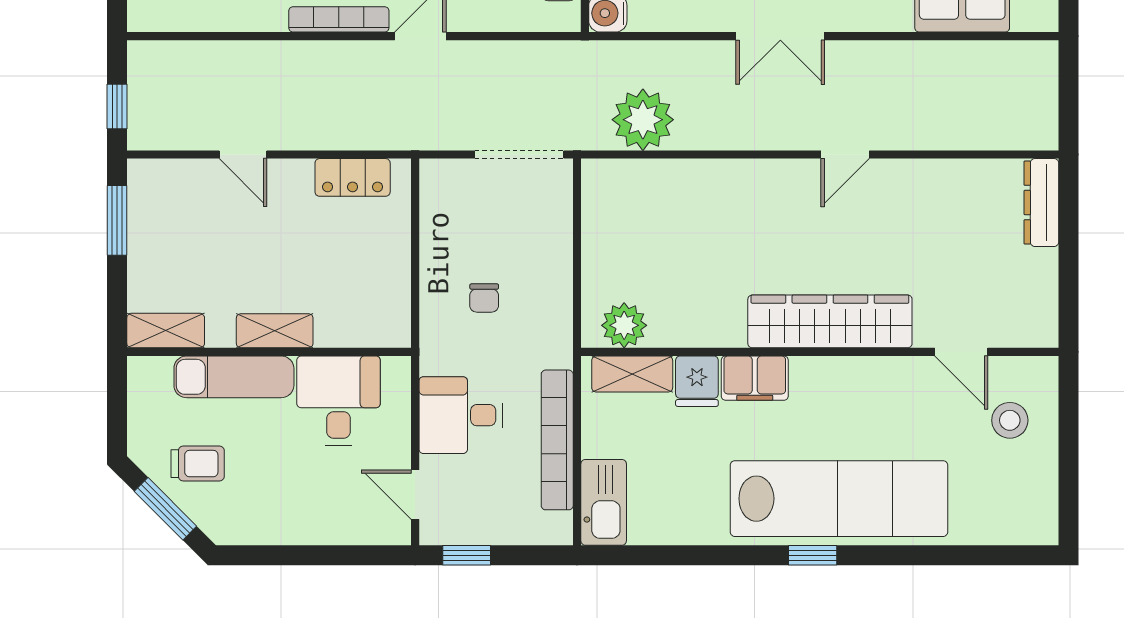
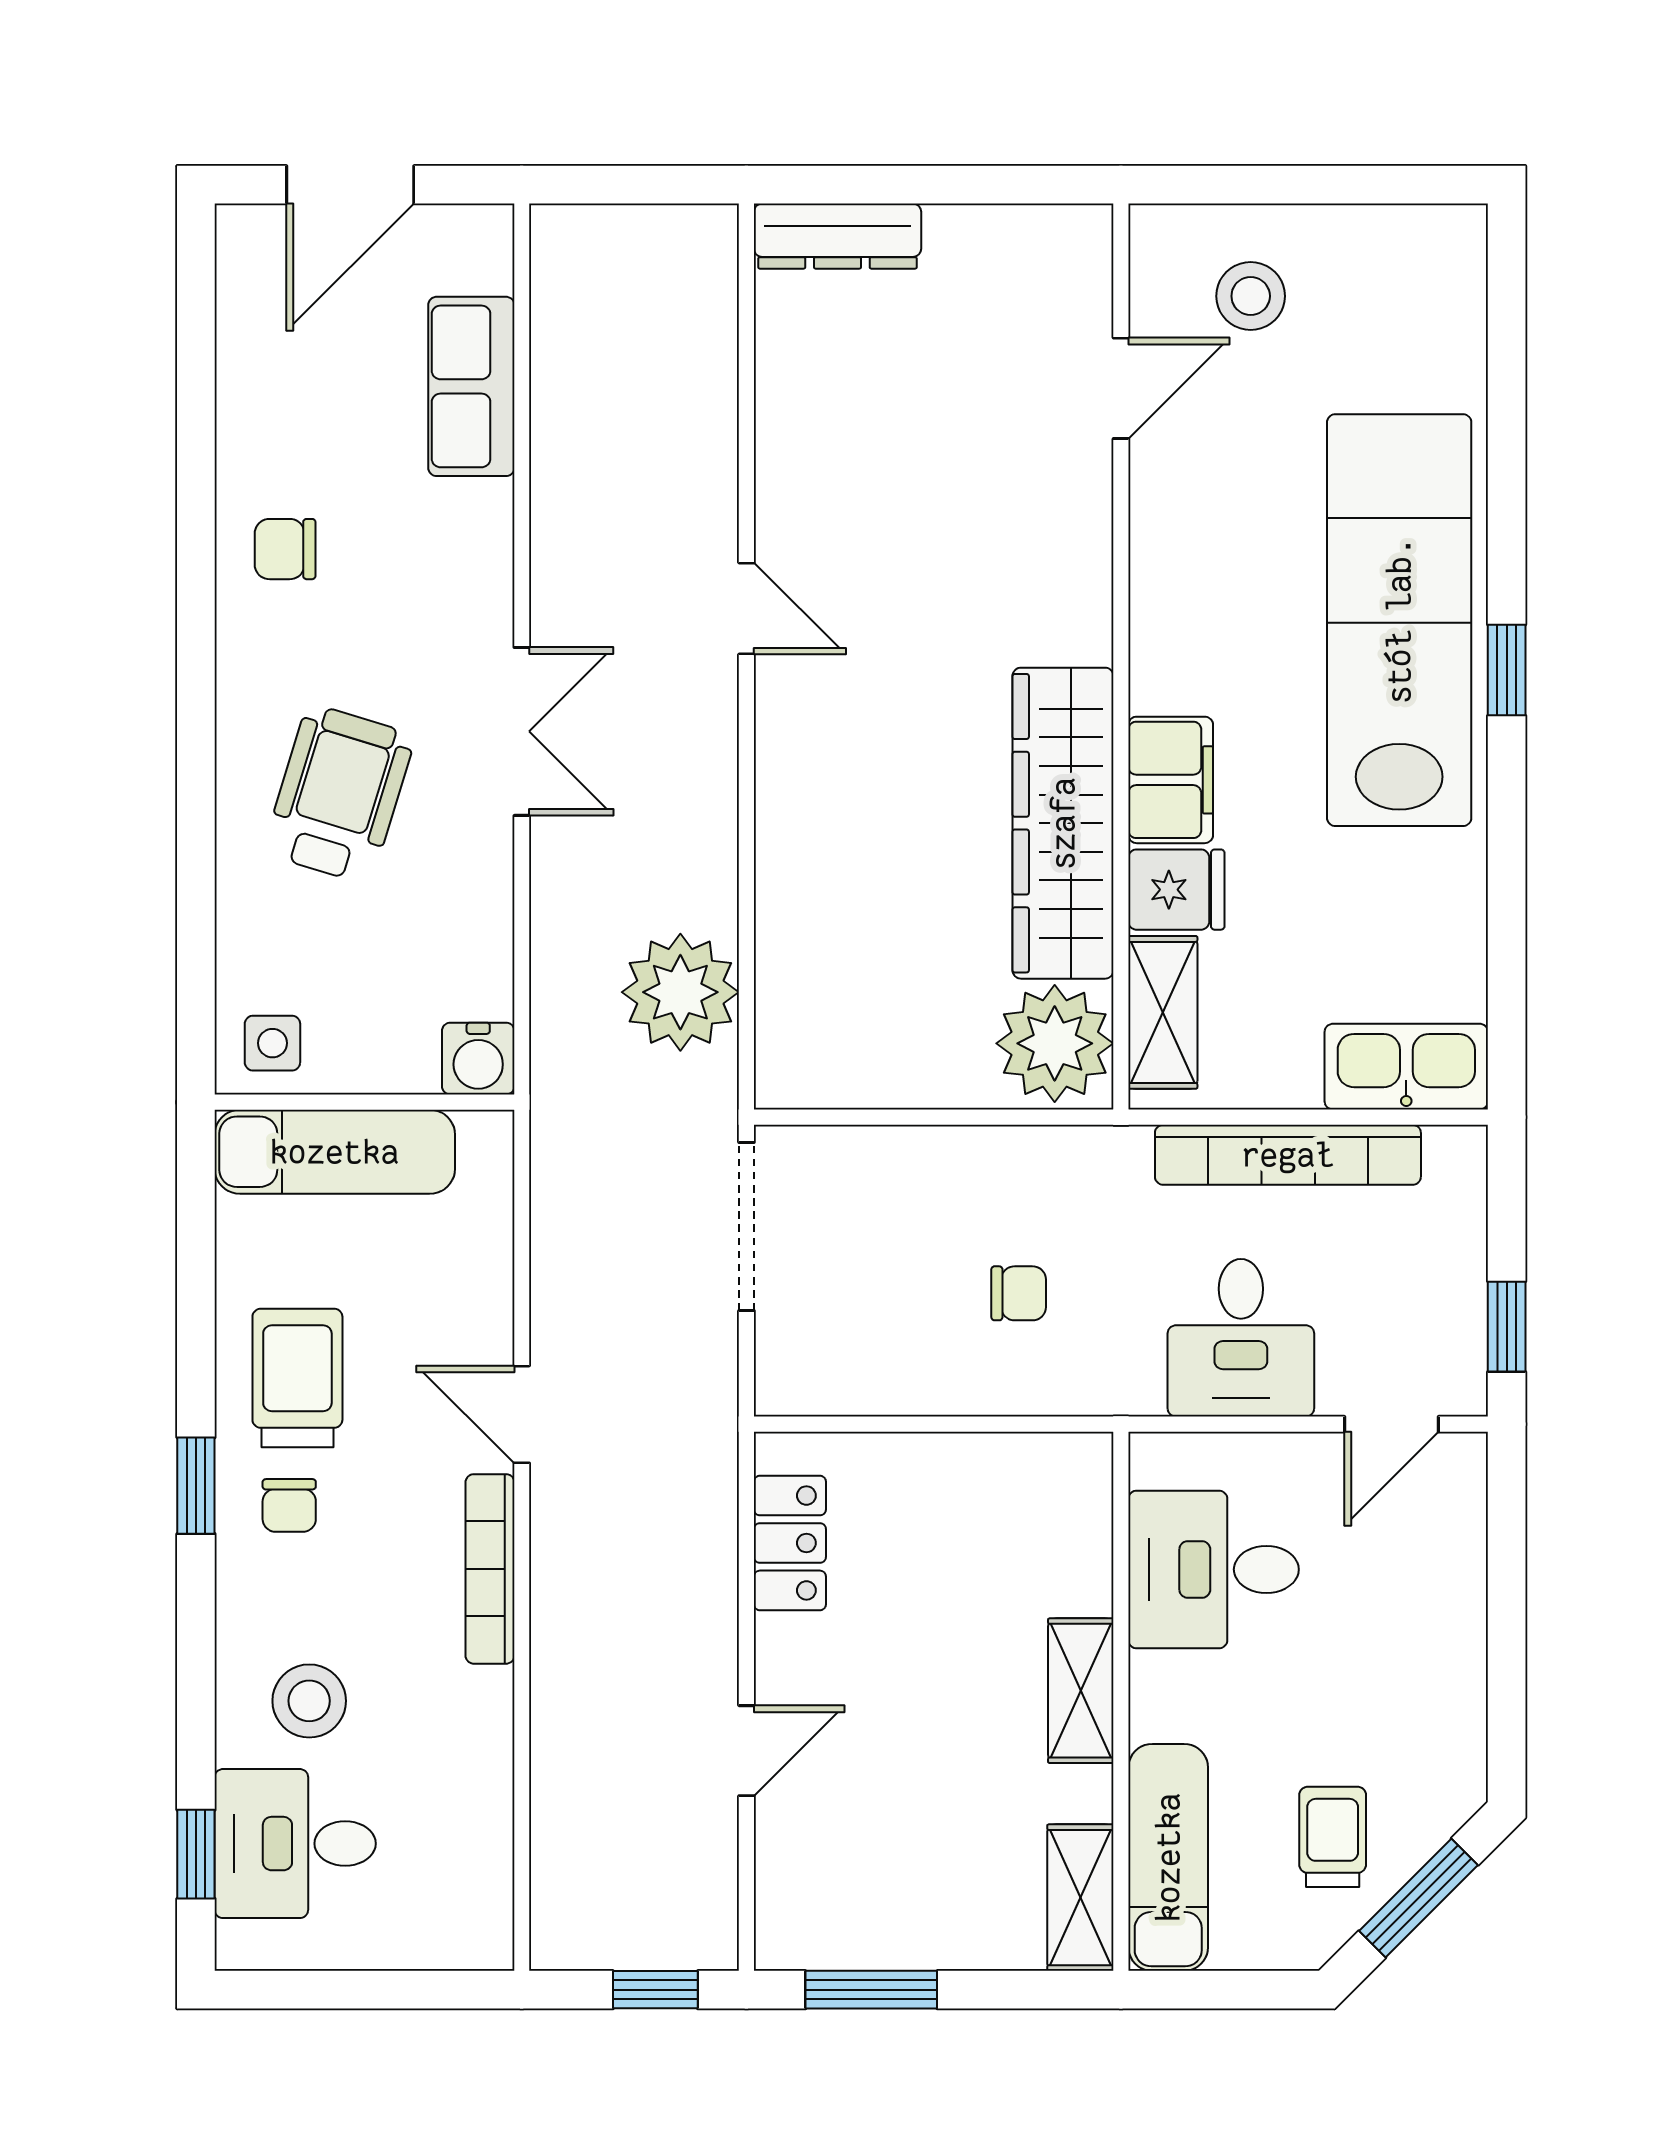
wardrobe: (830, 321) -> (1063, 823), moved
plant: (624, 325) -> (1055, 1043), width x1.36, depth x1.36
exam couch: (234, 377) -> (1168, 1857), moved

